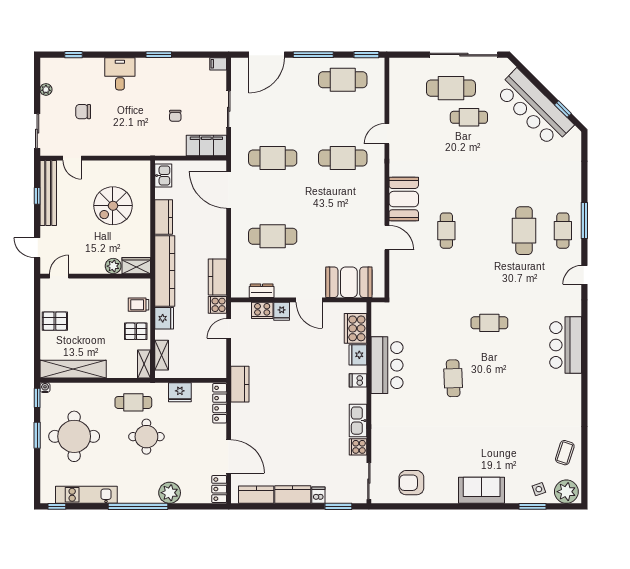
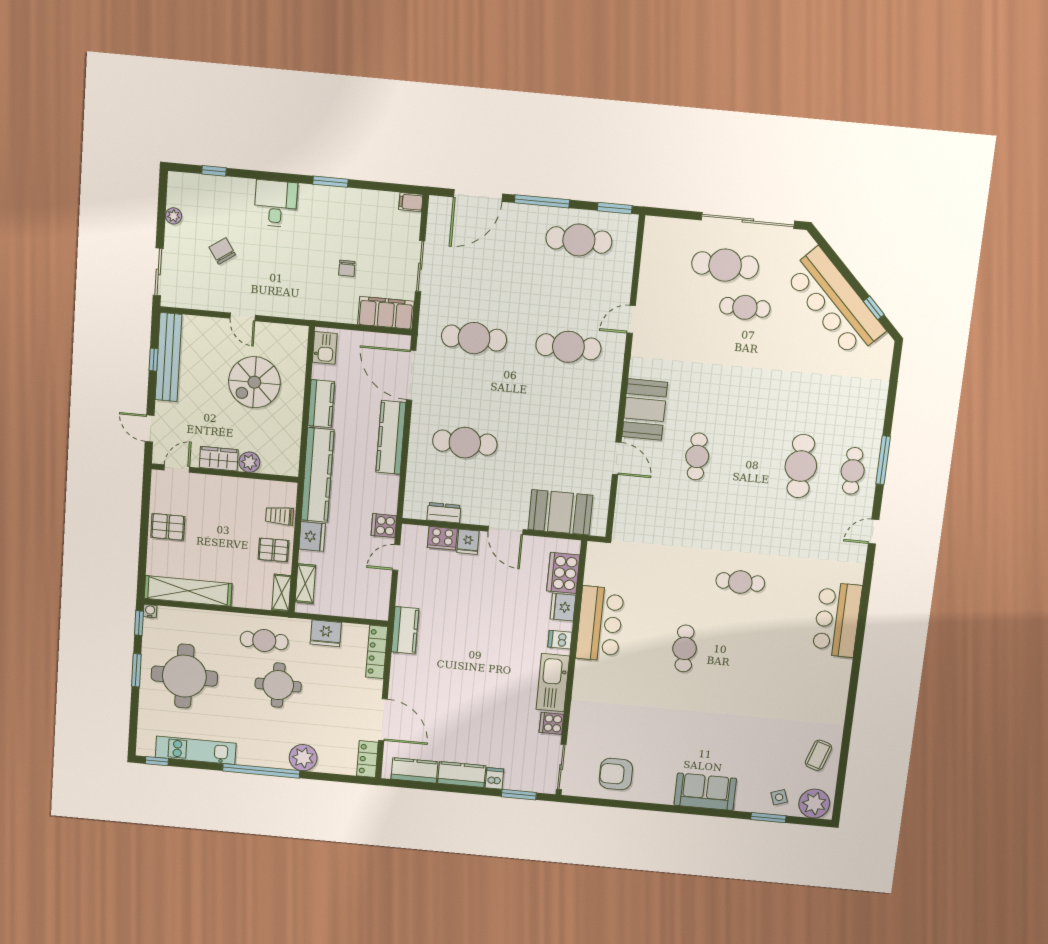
chair: (83, 112) -> (222, 251), turned 56
door: (72, 158) -> (243, 317), moved
wardrobe: (136, 266) -> (219, 459), moved
kitchen counter: (217, 277) -> (391, 437), moved, width x1.50
kitchen sink: (358, 421) -> (553, 683), width x1.36, depth x1.24

